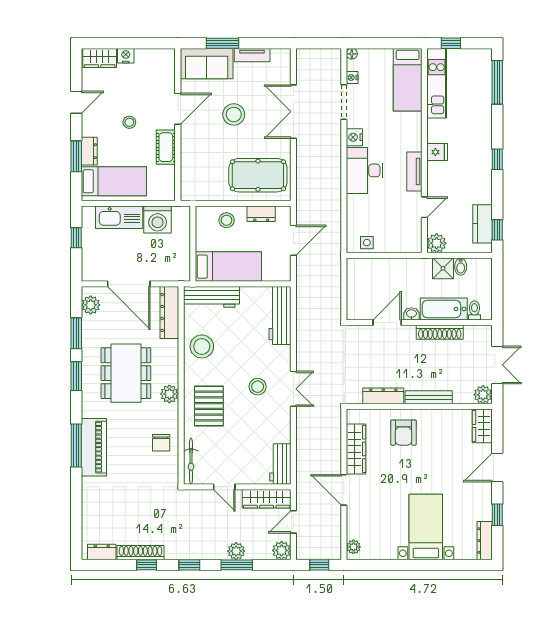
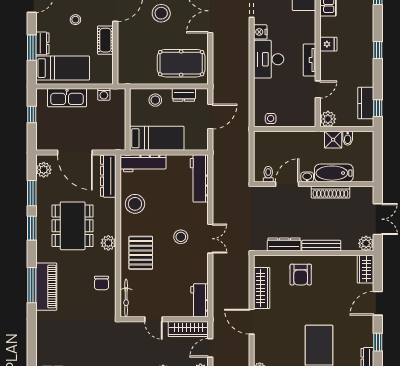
washing machine: (158, 220) -> (104, 94), width x0.53, depth x0.53
toilet: (474, 310) -> (268, 174), moved

